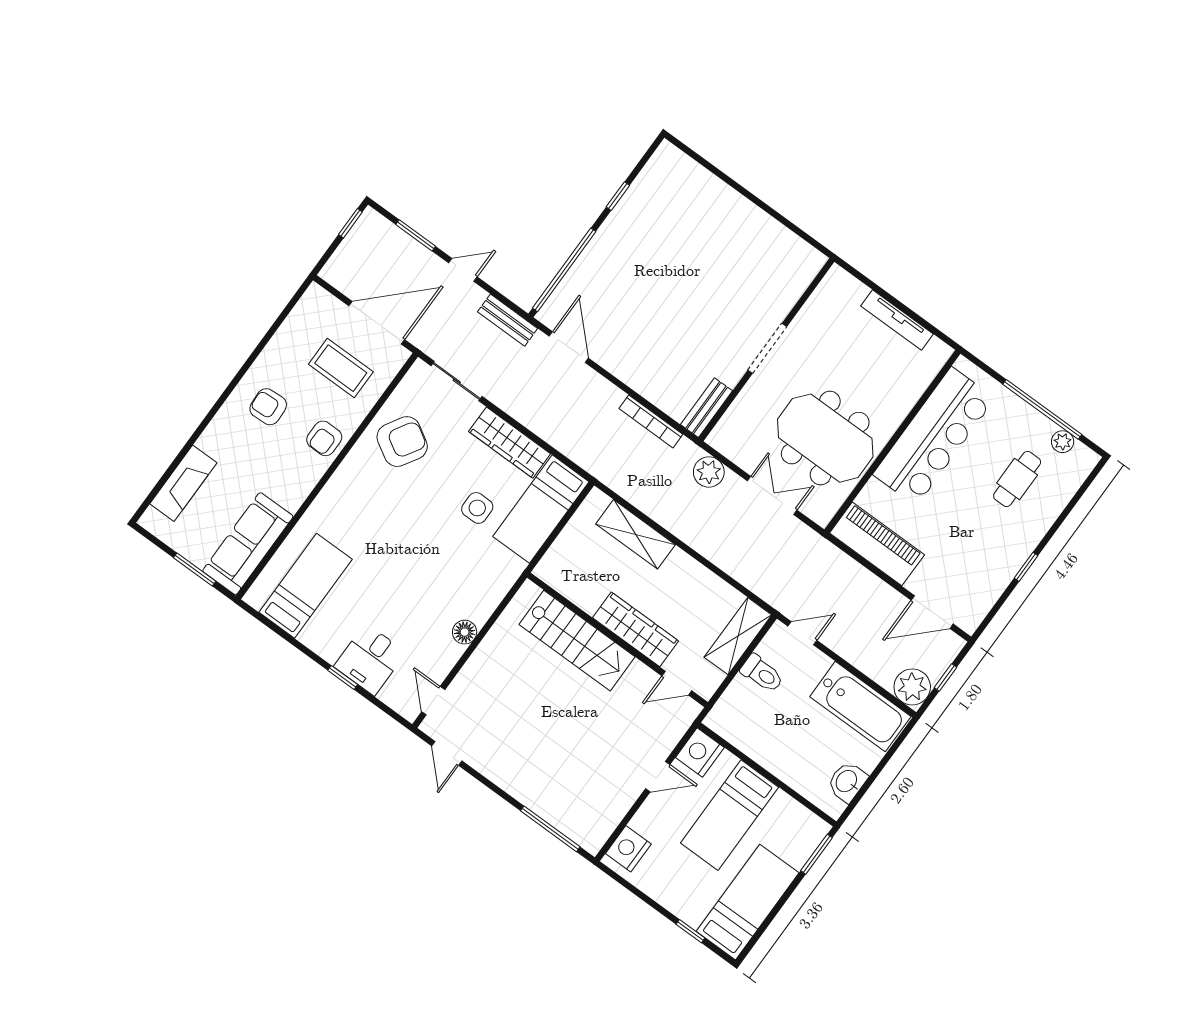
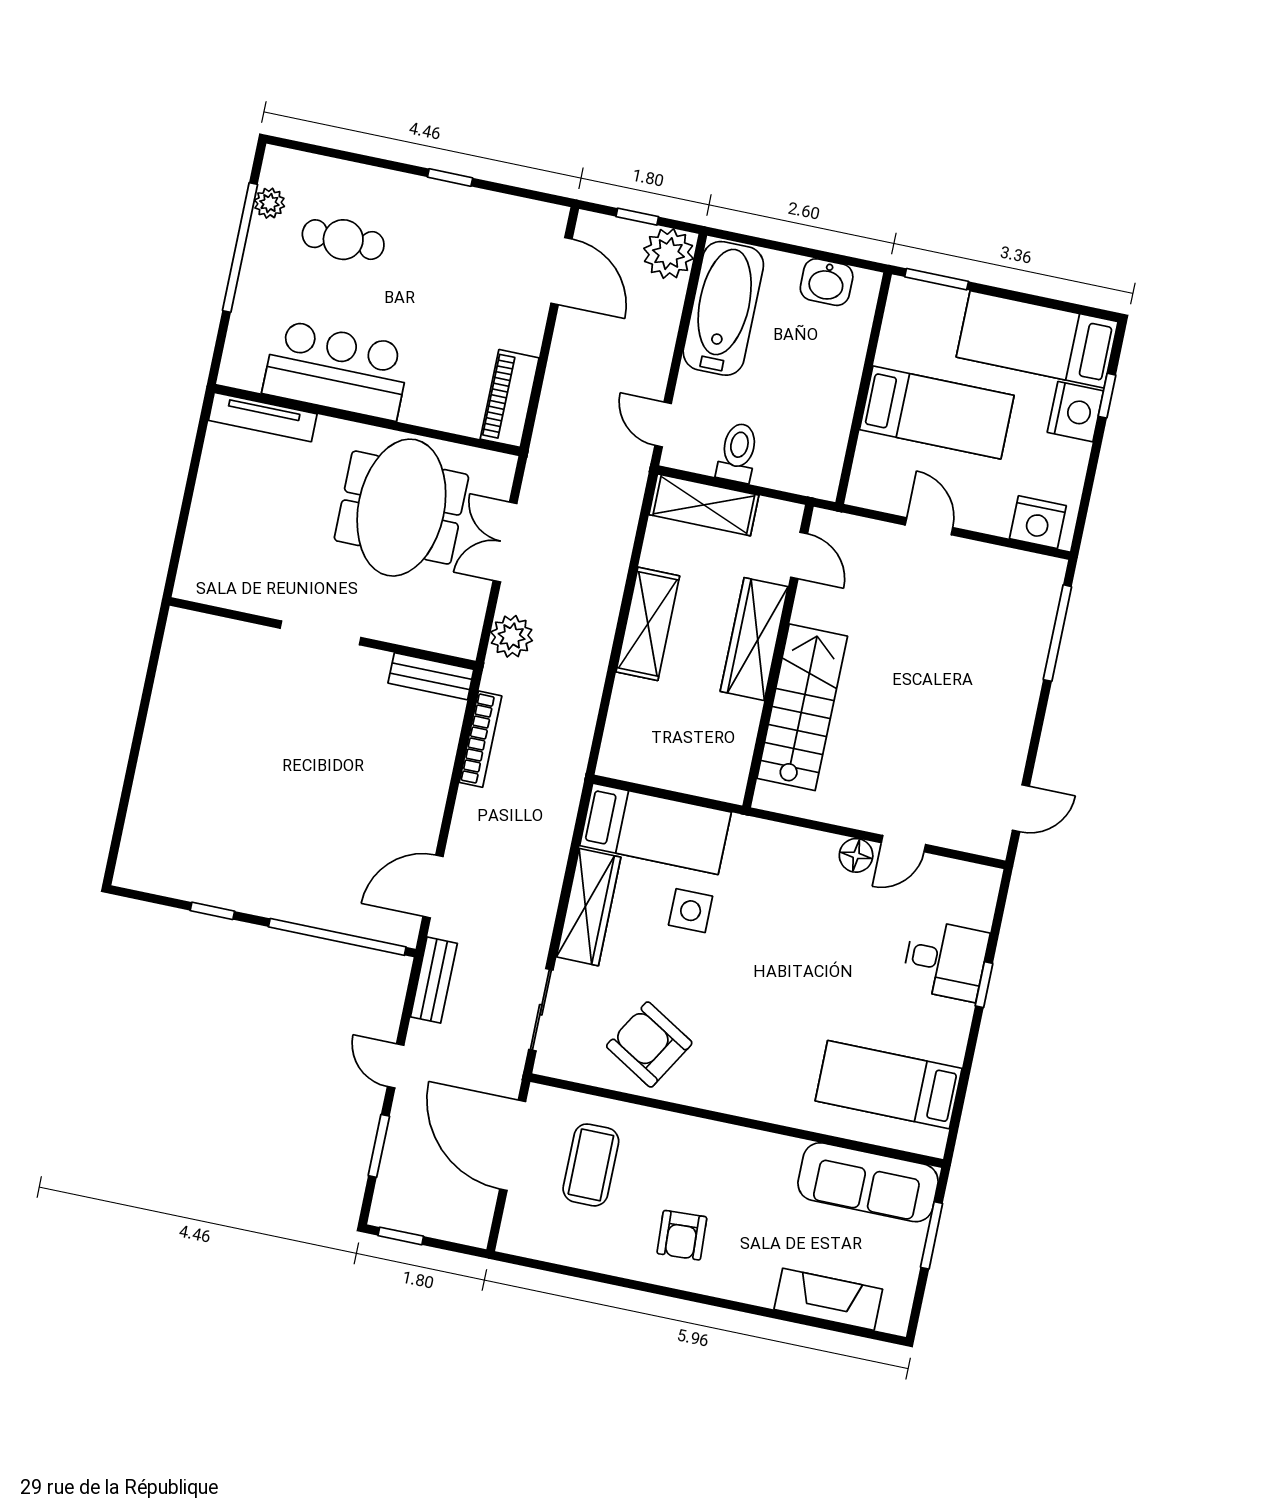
tv unit: (897, 320) -> (263, 417), moved, turned 90
bar counter: (934, 436) -> (337, 370), width x0.73
armchair: (324, 438) -> (690, 1146), removed
shelving: (636, 534) -> (648, 624), moved
piano: (877, 544) -> (510, 398), width x0.73, depth x0.75
door: (433, 701) -> (903, 844), moved
nightstand: (700, 753) -> (1075, 412), moved, turned -90

